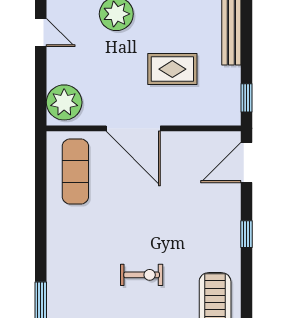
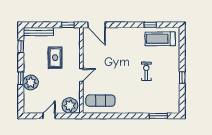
door: (41, 32) -> (49, 116), moved
door: (133, 128) -> (81, 75), width x0.53
window: (247, 234) -> (150, 25), moved

